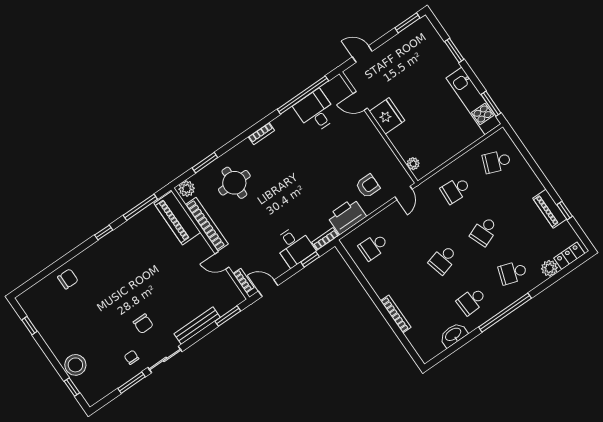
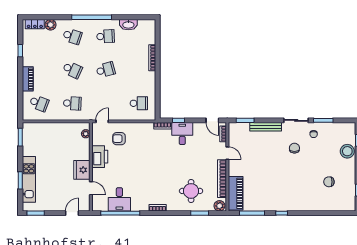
door: (362, 54) -> (72, 213), swing flipped
kitchen unit: (473, 101) -> (29, 179), moved
piano: (550, 209) -> (28, 79), moved
printer: (347, 216) -> (100, 157), moved, turned -90
school desk: (484, 231) -> (72, 70), turned 45
chair: (68, 279) -> (329, 182), moved

